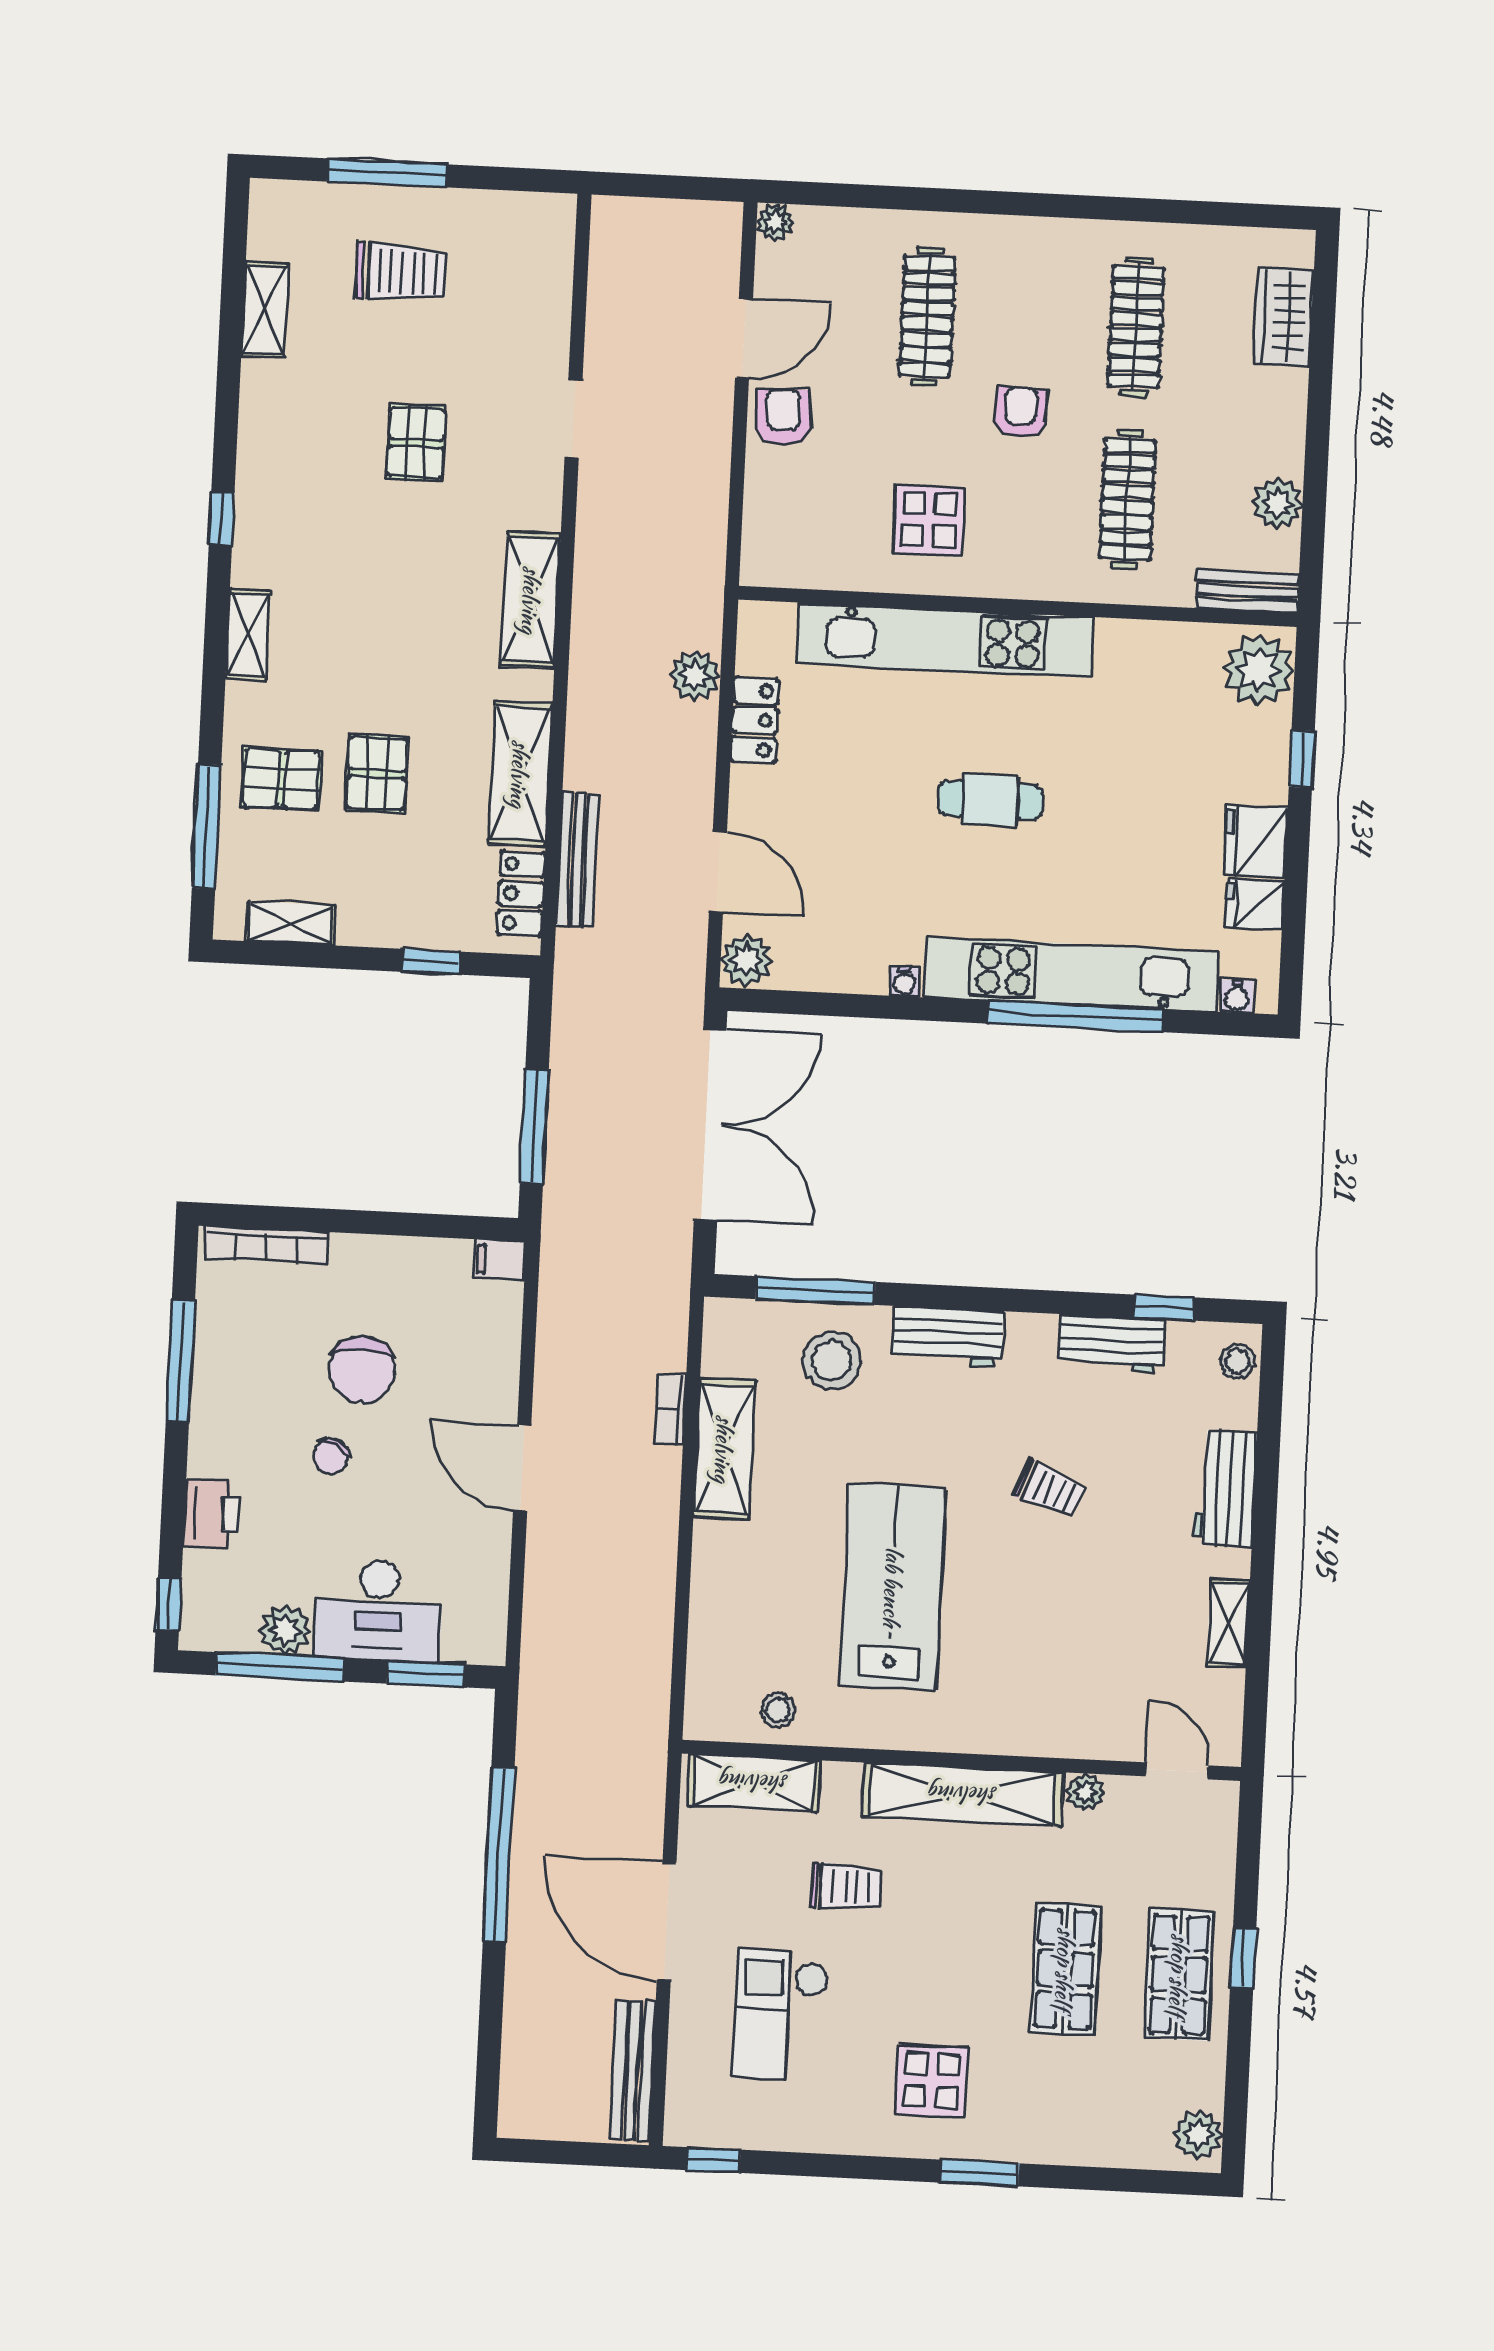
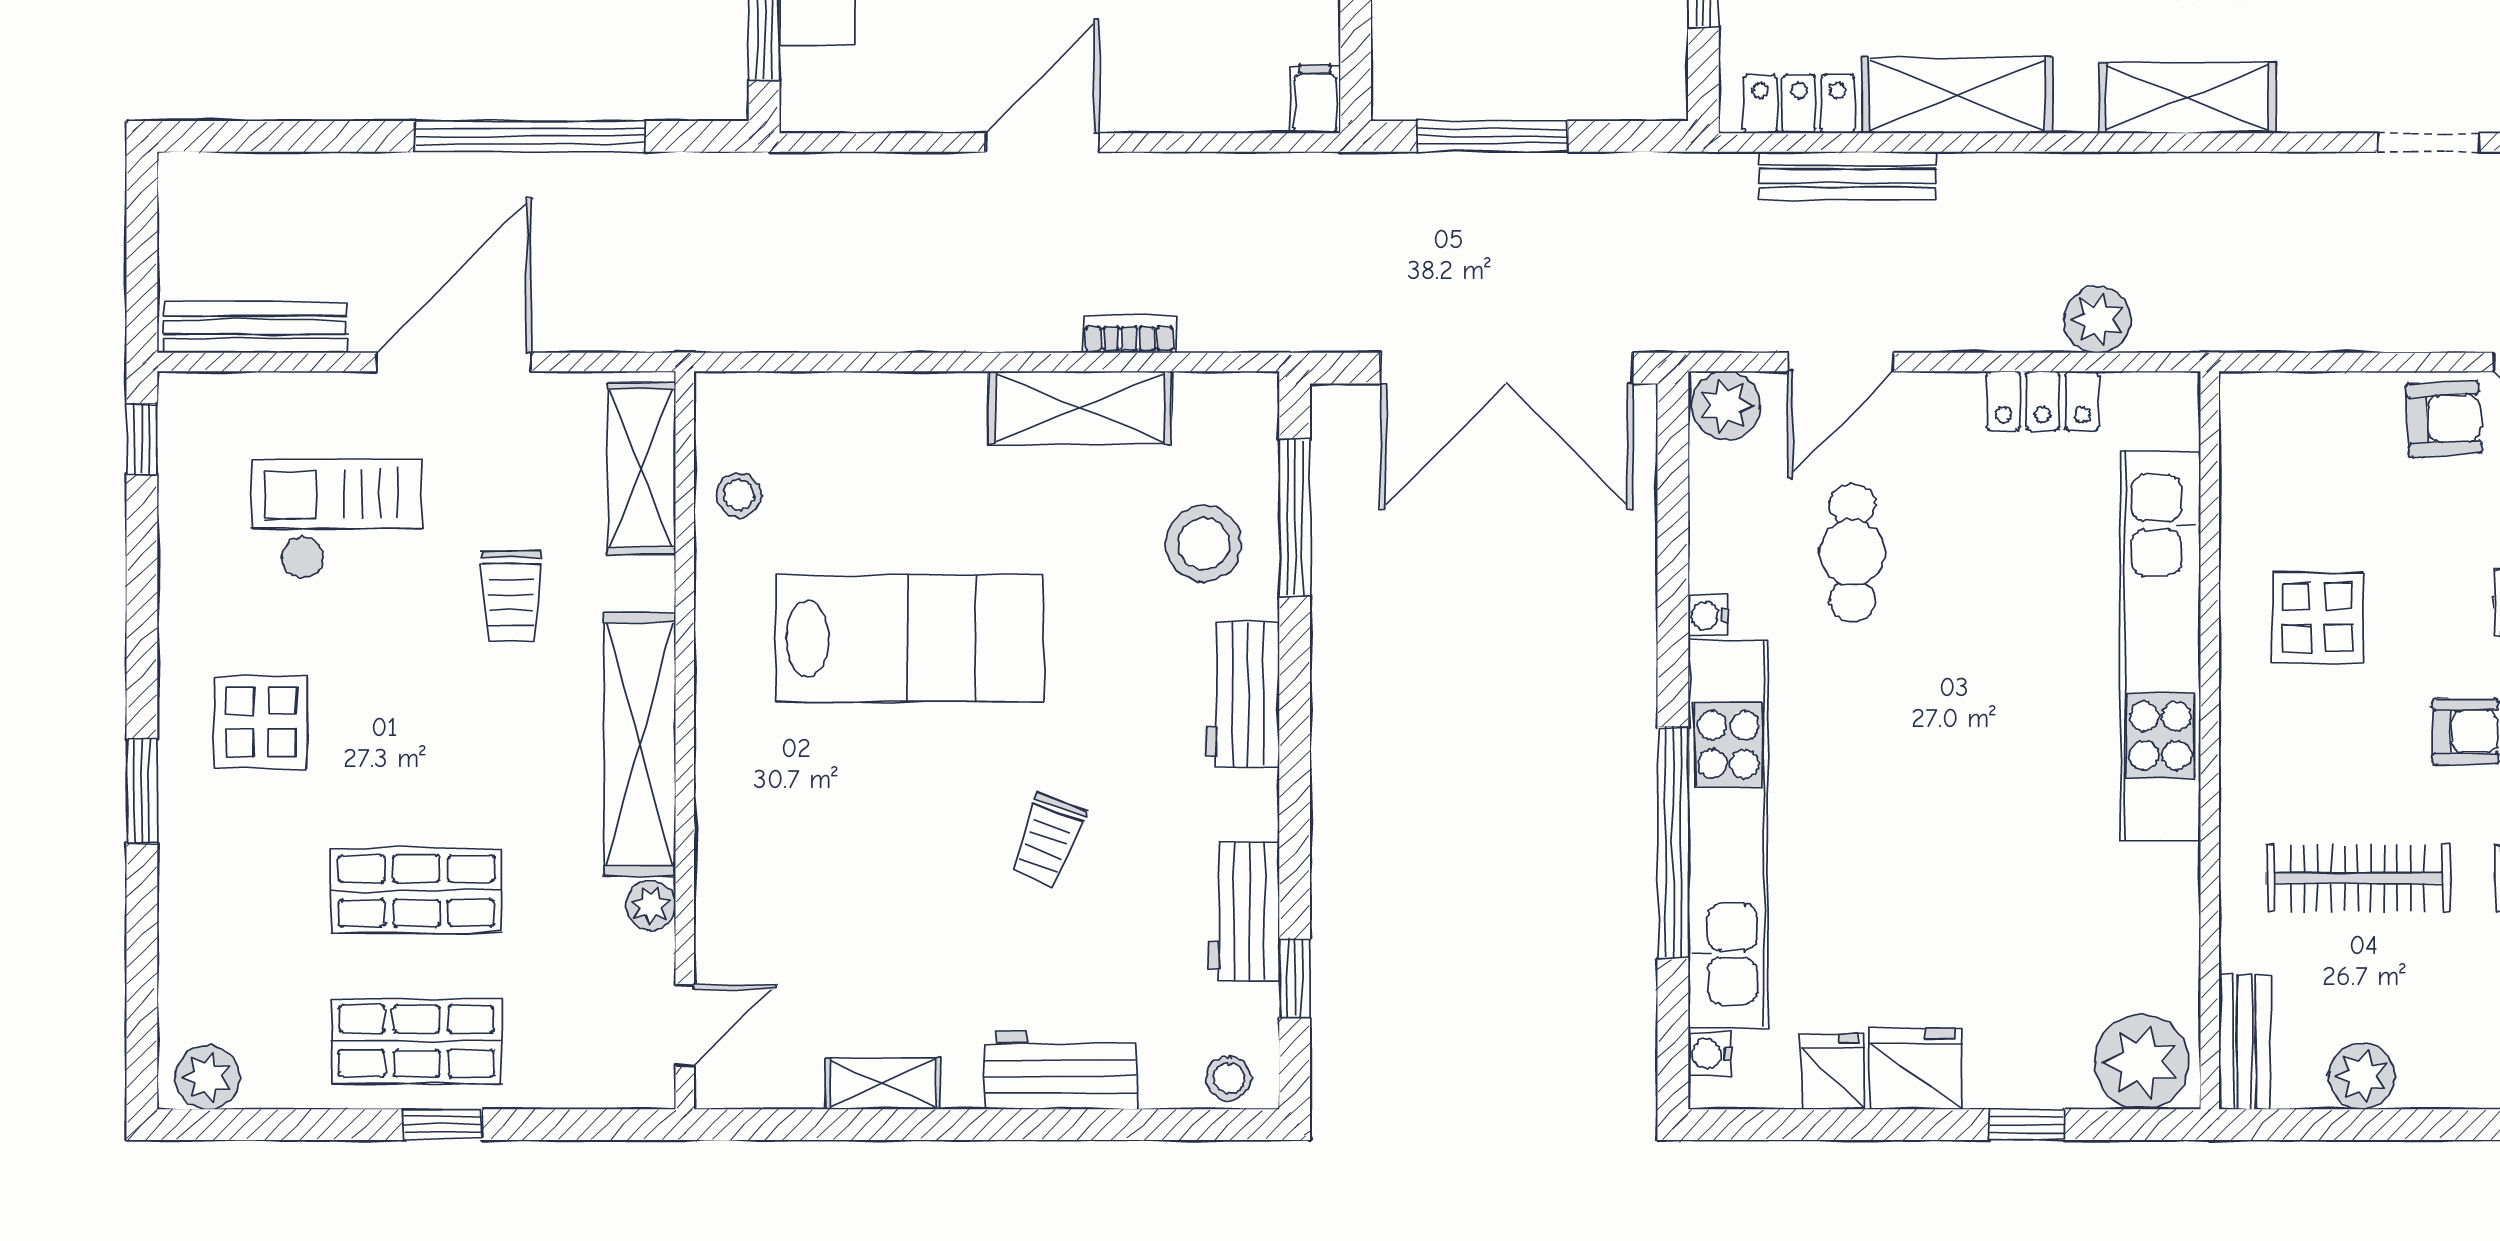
cafe table: (990, 800) -> (1852, 553), moved

